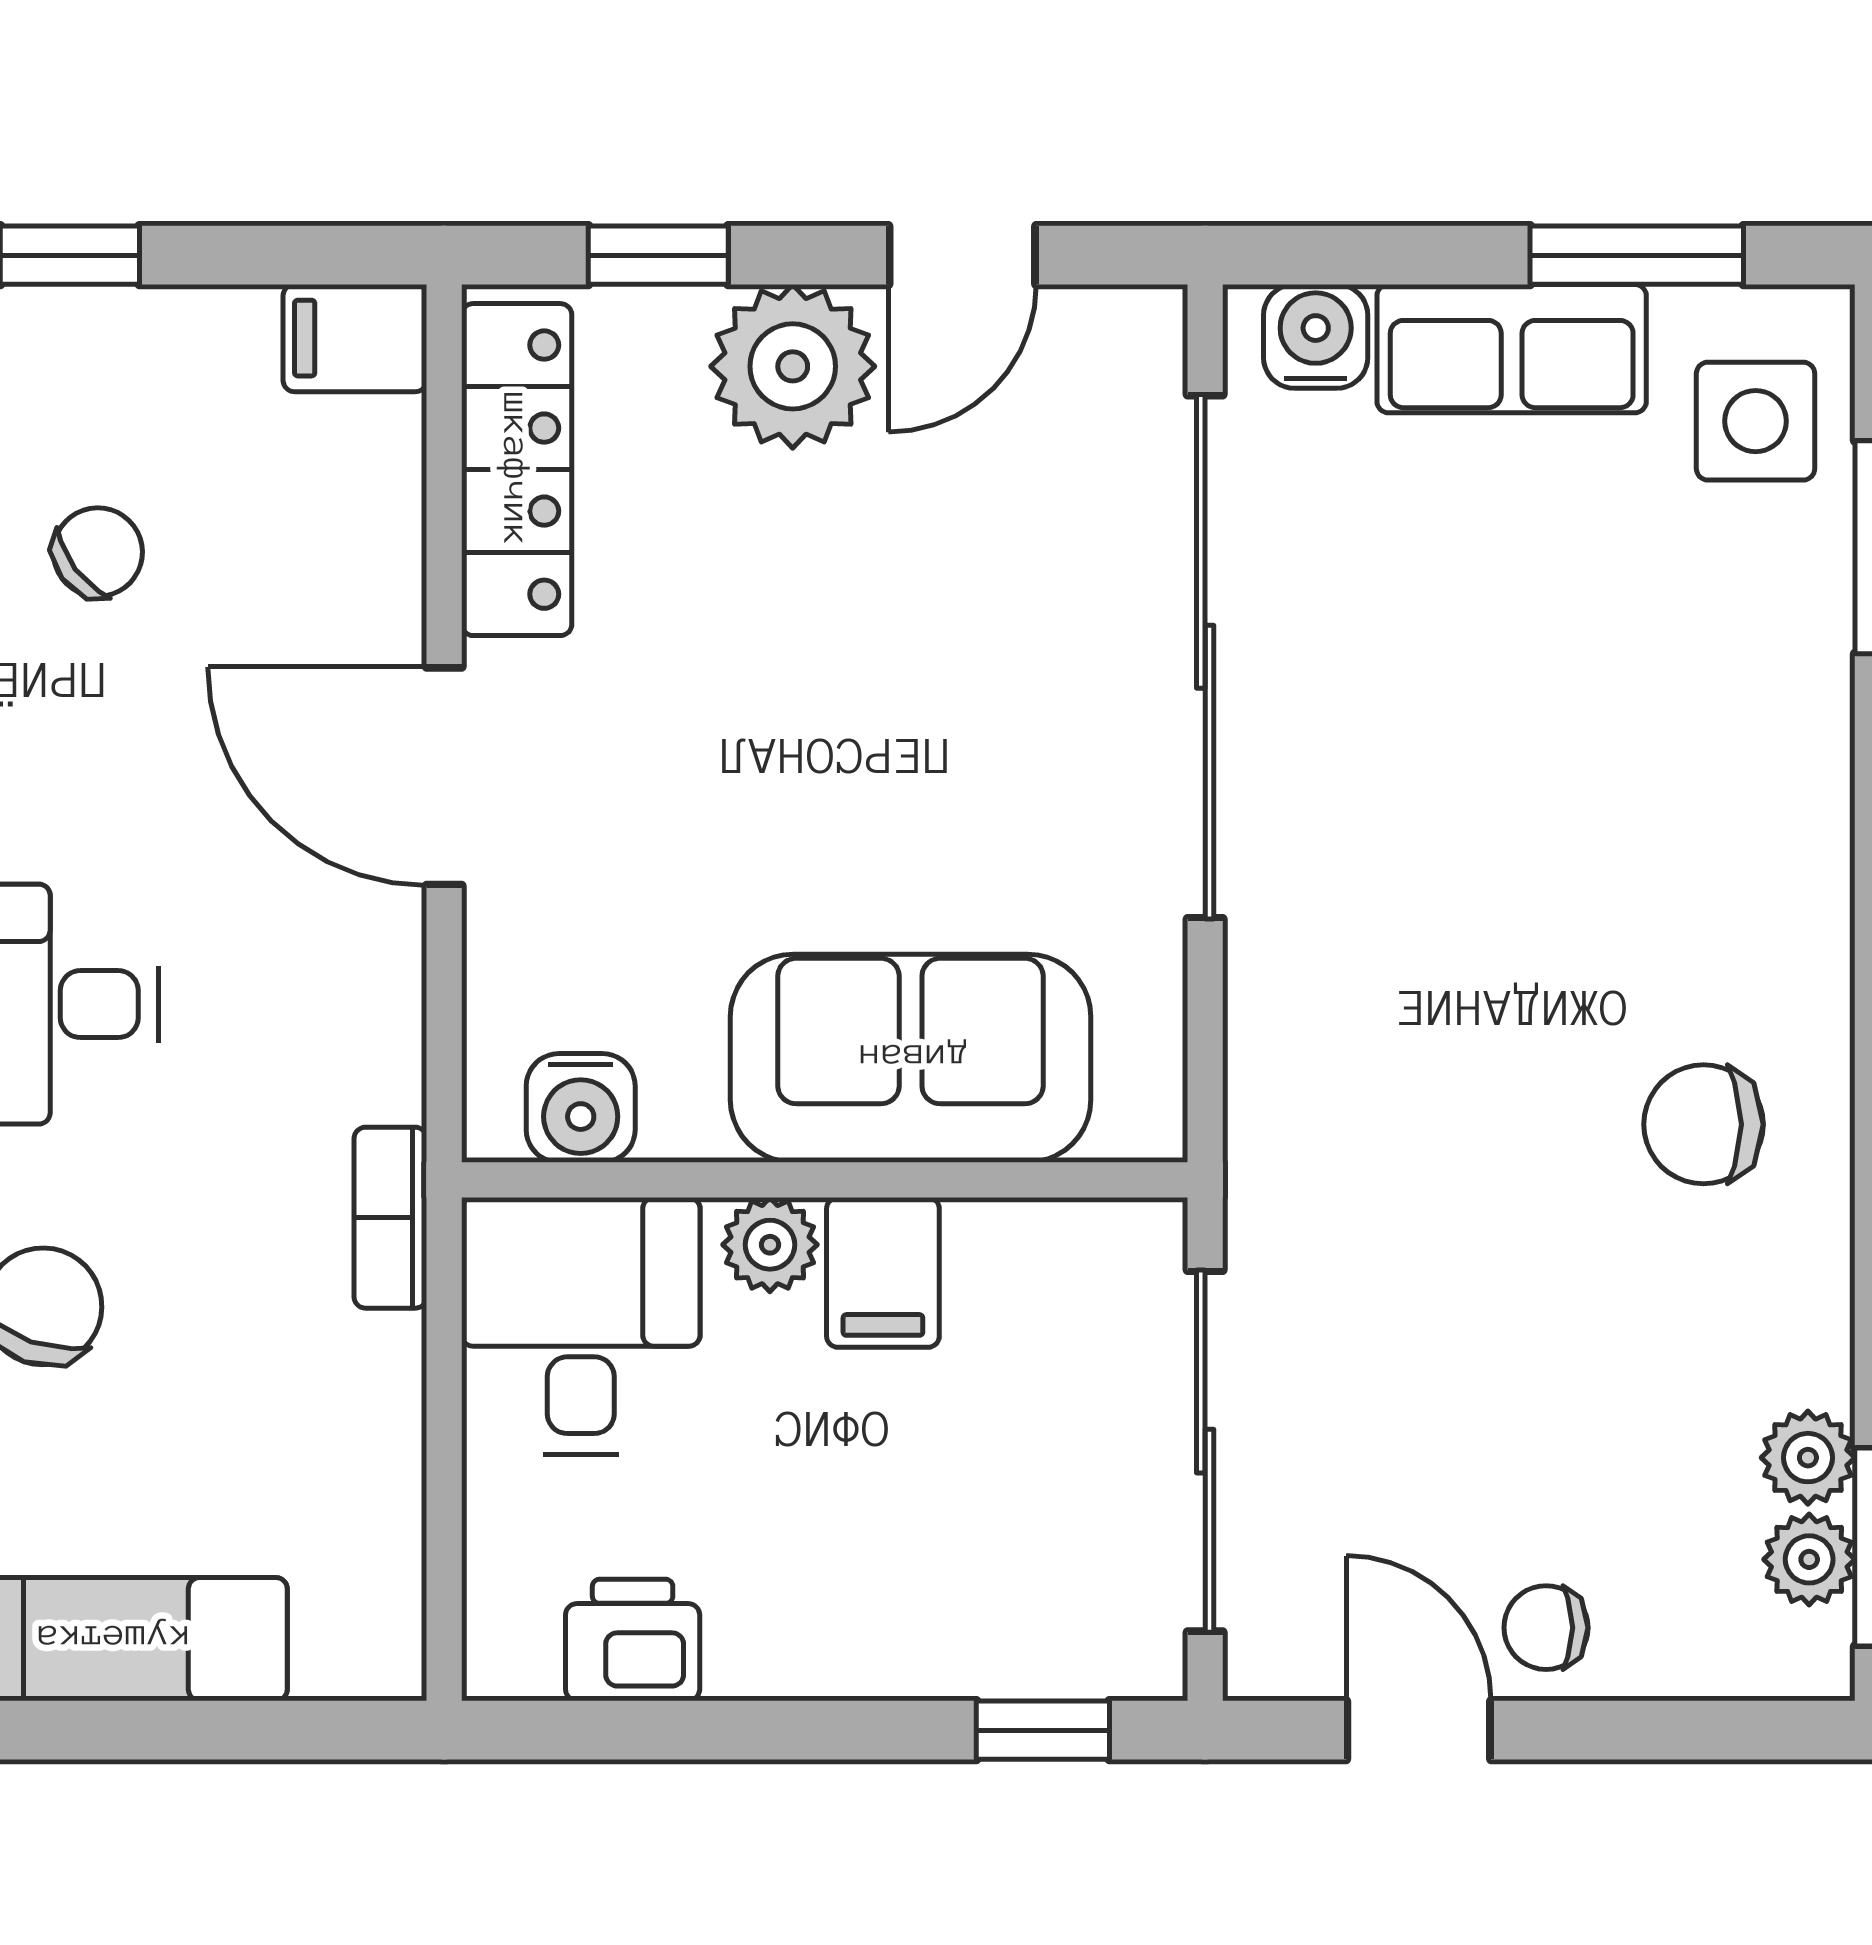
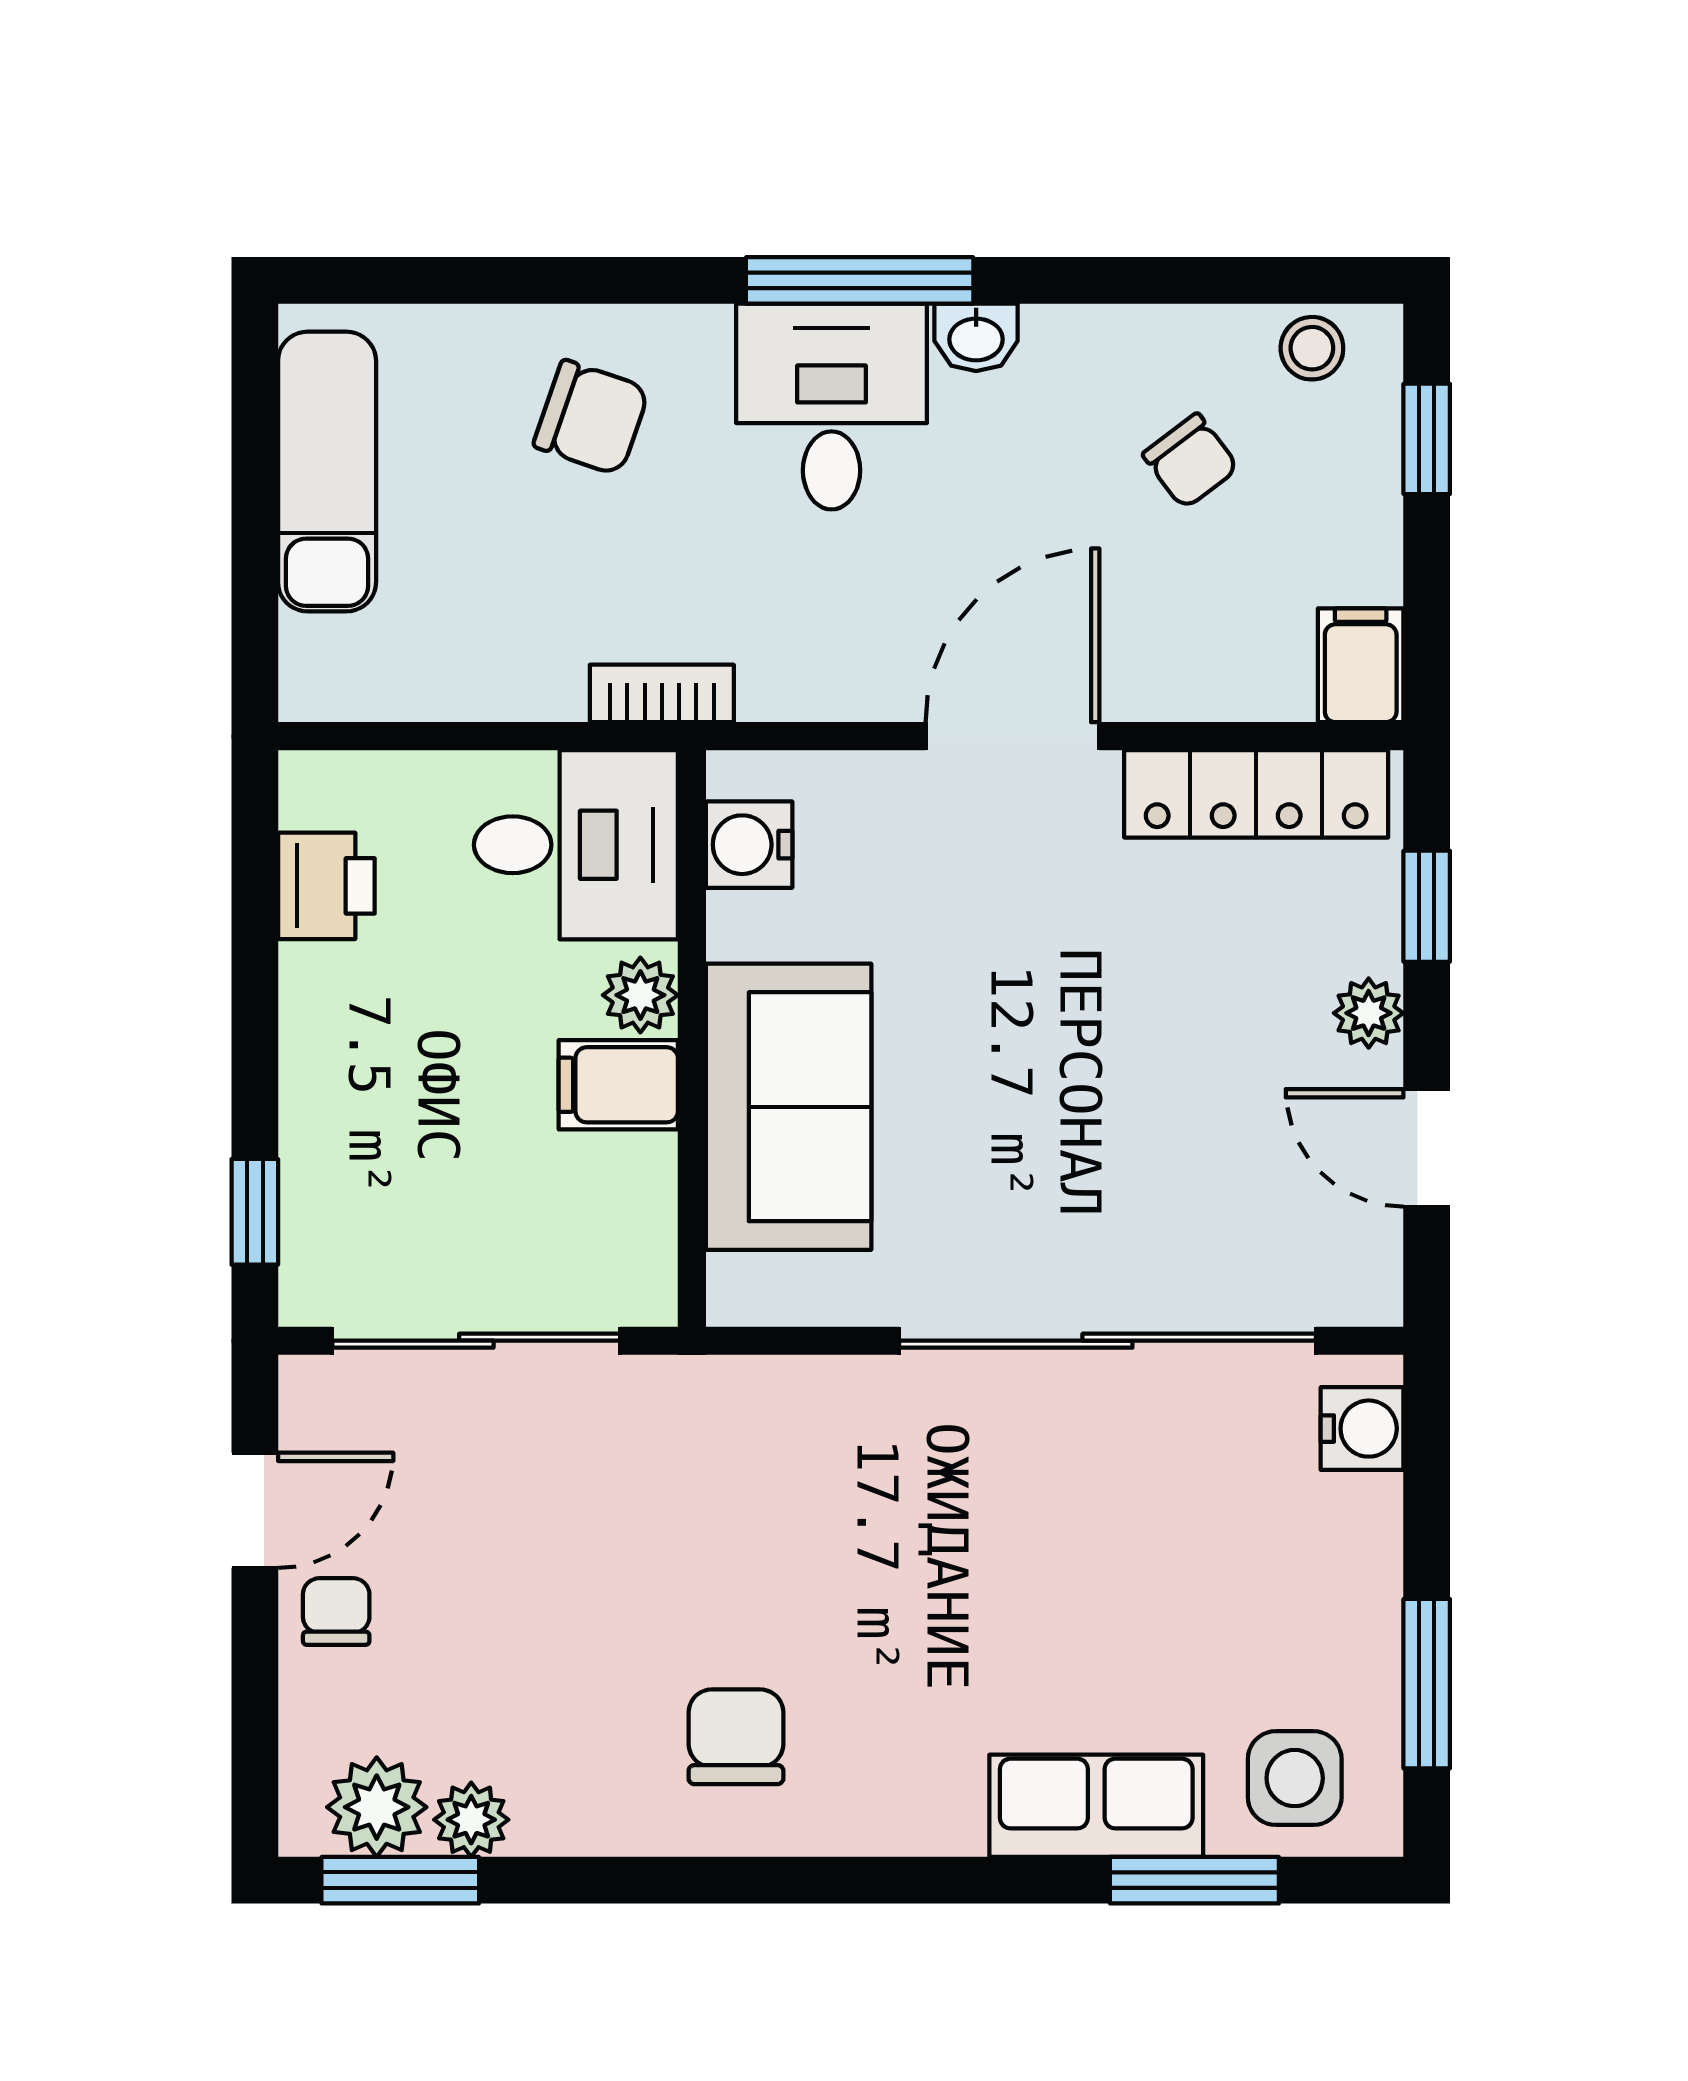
row of seats: (1512, 349) -> (1096, 1806), moved, turned 90
plant: (793, 366) -> (1369, 1013), width x0.53, depth x0.53
plant: (1809, 1559) -> (377, 1807), width x1.38, depth x1.38

